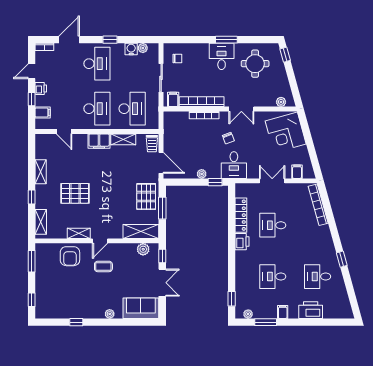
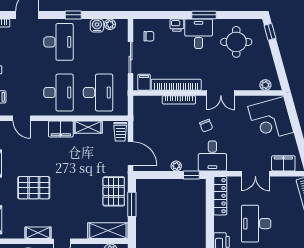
printer: (202, 49) -> (177, 25), added
filing cabinet: (297, 172) -> (283, 163), width x2.00
double door: (272, 181) -> (255, 174), swing flipped
locker: (241, 215) -> (220, 196), moved
desk: (273, 225) -> (256, 224), width x1.37

